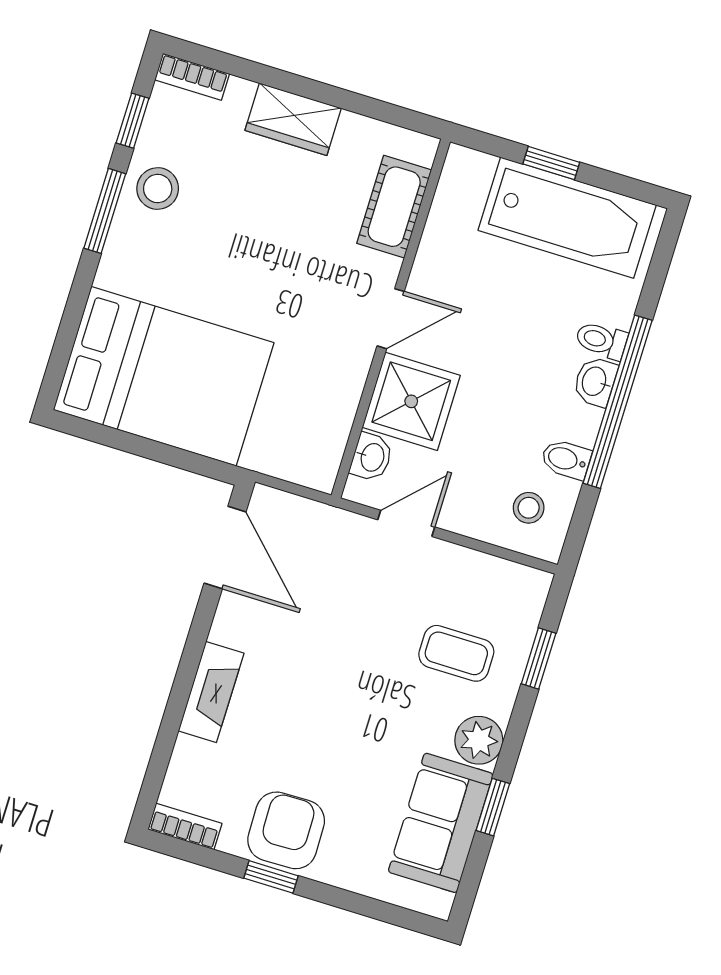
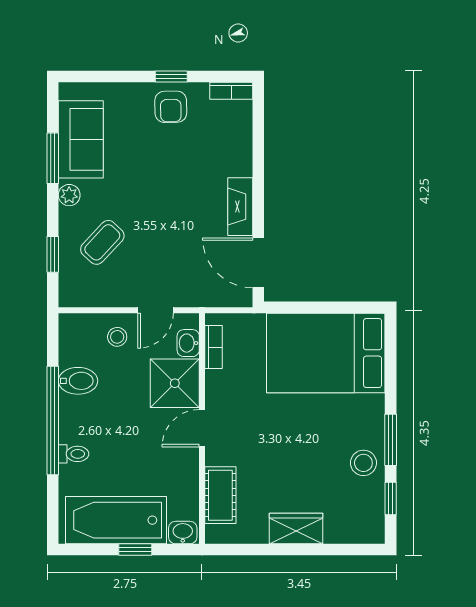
bookcase: (192, 77) -> (213, 347), moved, turned 90
washbasin: (595, 382) -> (183, 533), moved, turned -90
bidet: (566, 459) -> (78, 381), width x1.38, depth x1.36
stool: (529, 508) -> (117, 337), moved
coffee table: (456, 653) -> (102, 242), turned -47
fireplace: (211, 692) -> (240, 207), moved
plant: (479, 740) -> (69, 195), width x0.73, depth x0.73
window: (493, 807) -> (53, 158), width x1.50
armchair: (286, 830) -> (171, 107), width x0.72, depth x0.72

